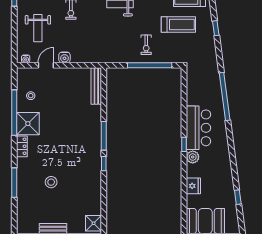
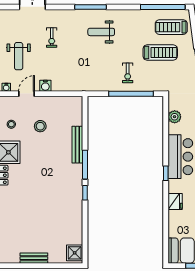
bench: (96, 86) -> (77, 145), moved
plant: (193, 157) -> (175, 117), moved
stool: (51, 182) -> (40, 126), moved
fridge: (193, 186) -> (175, 202), moved

